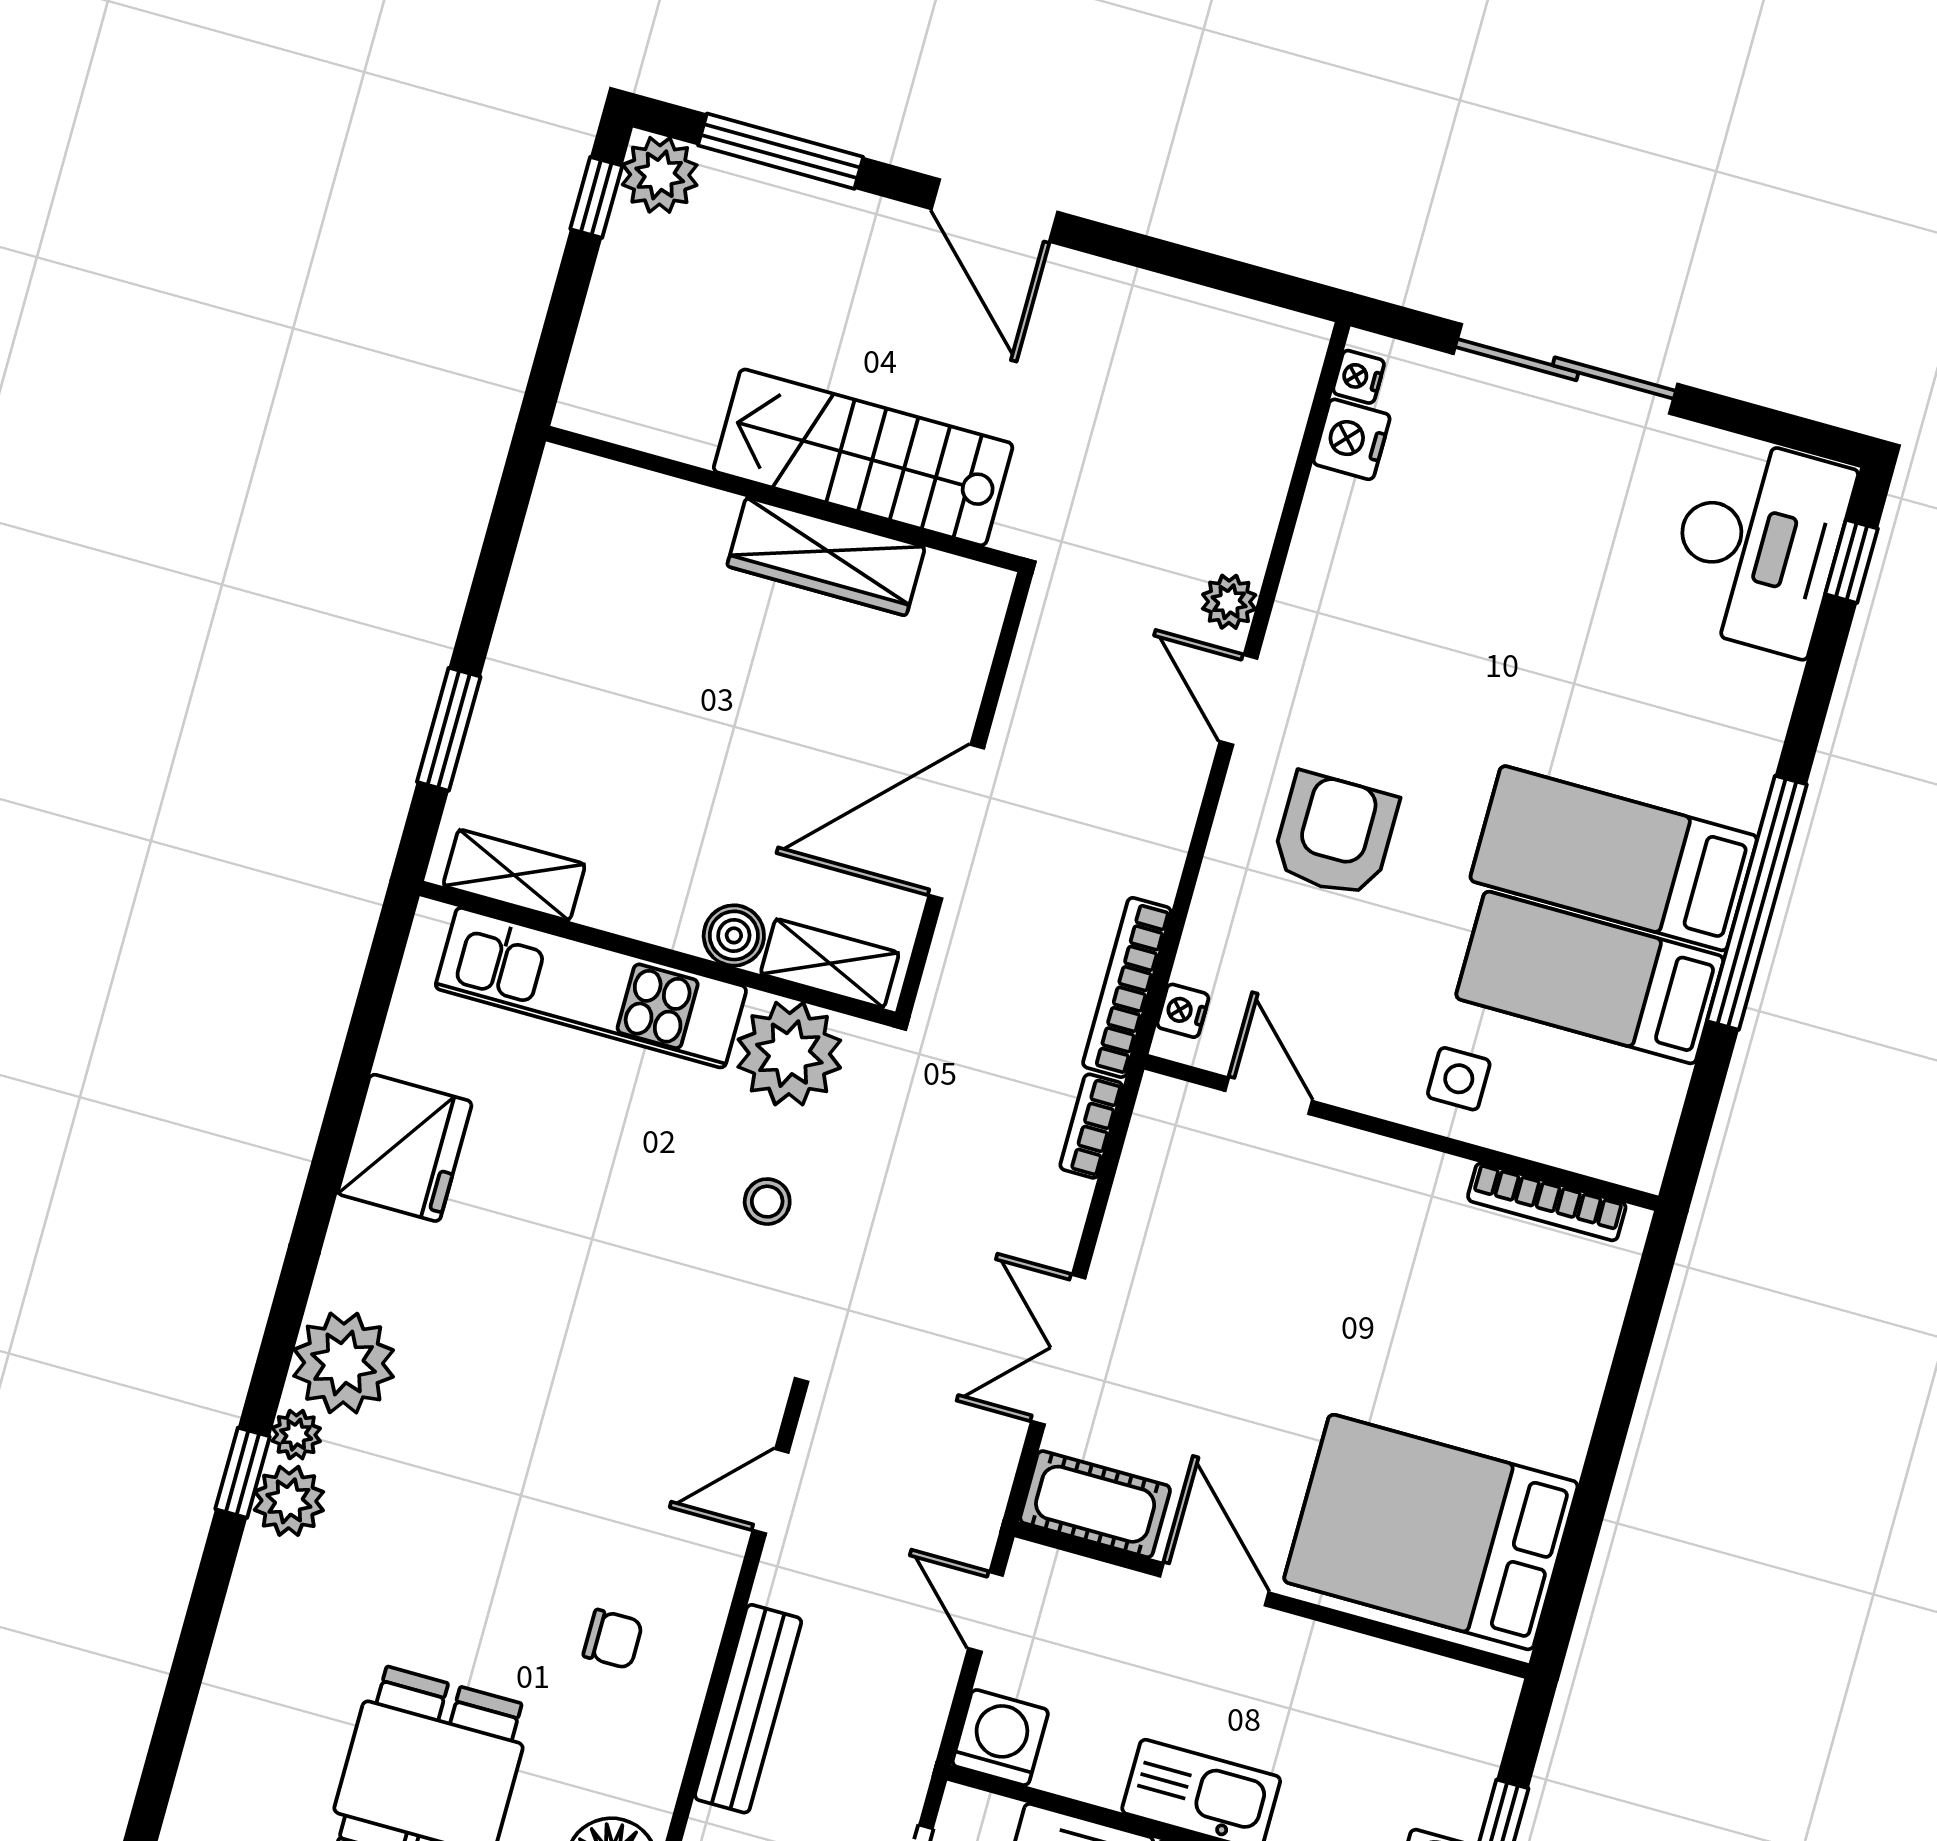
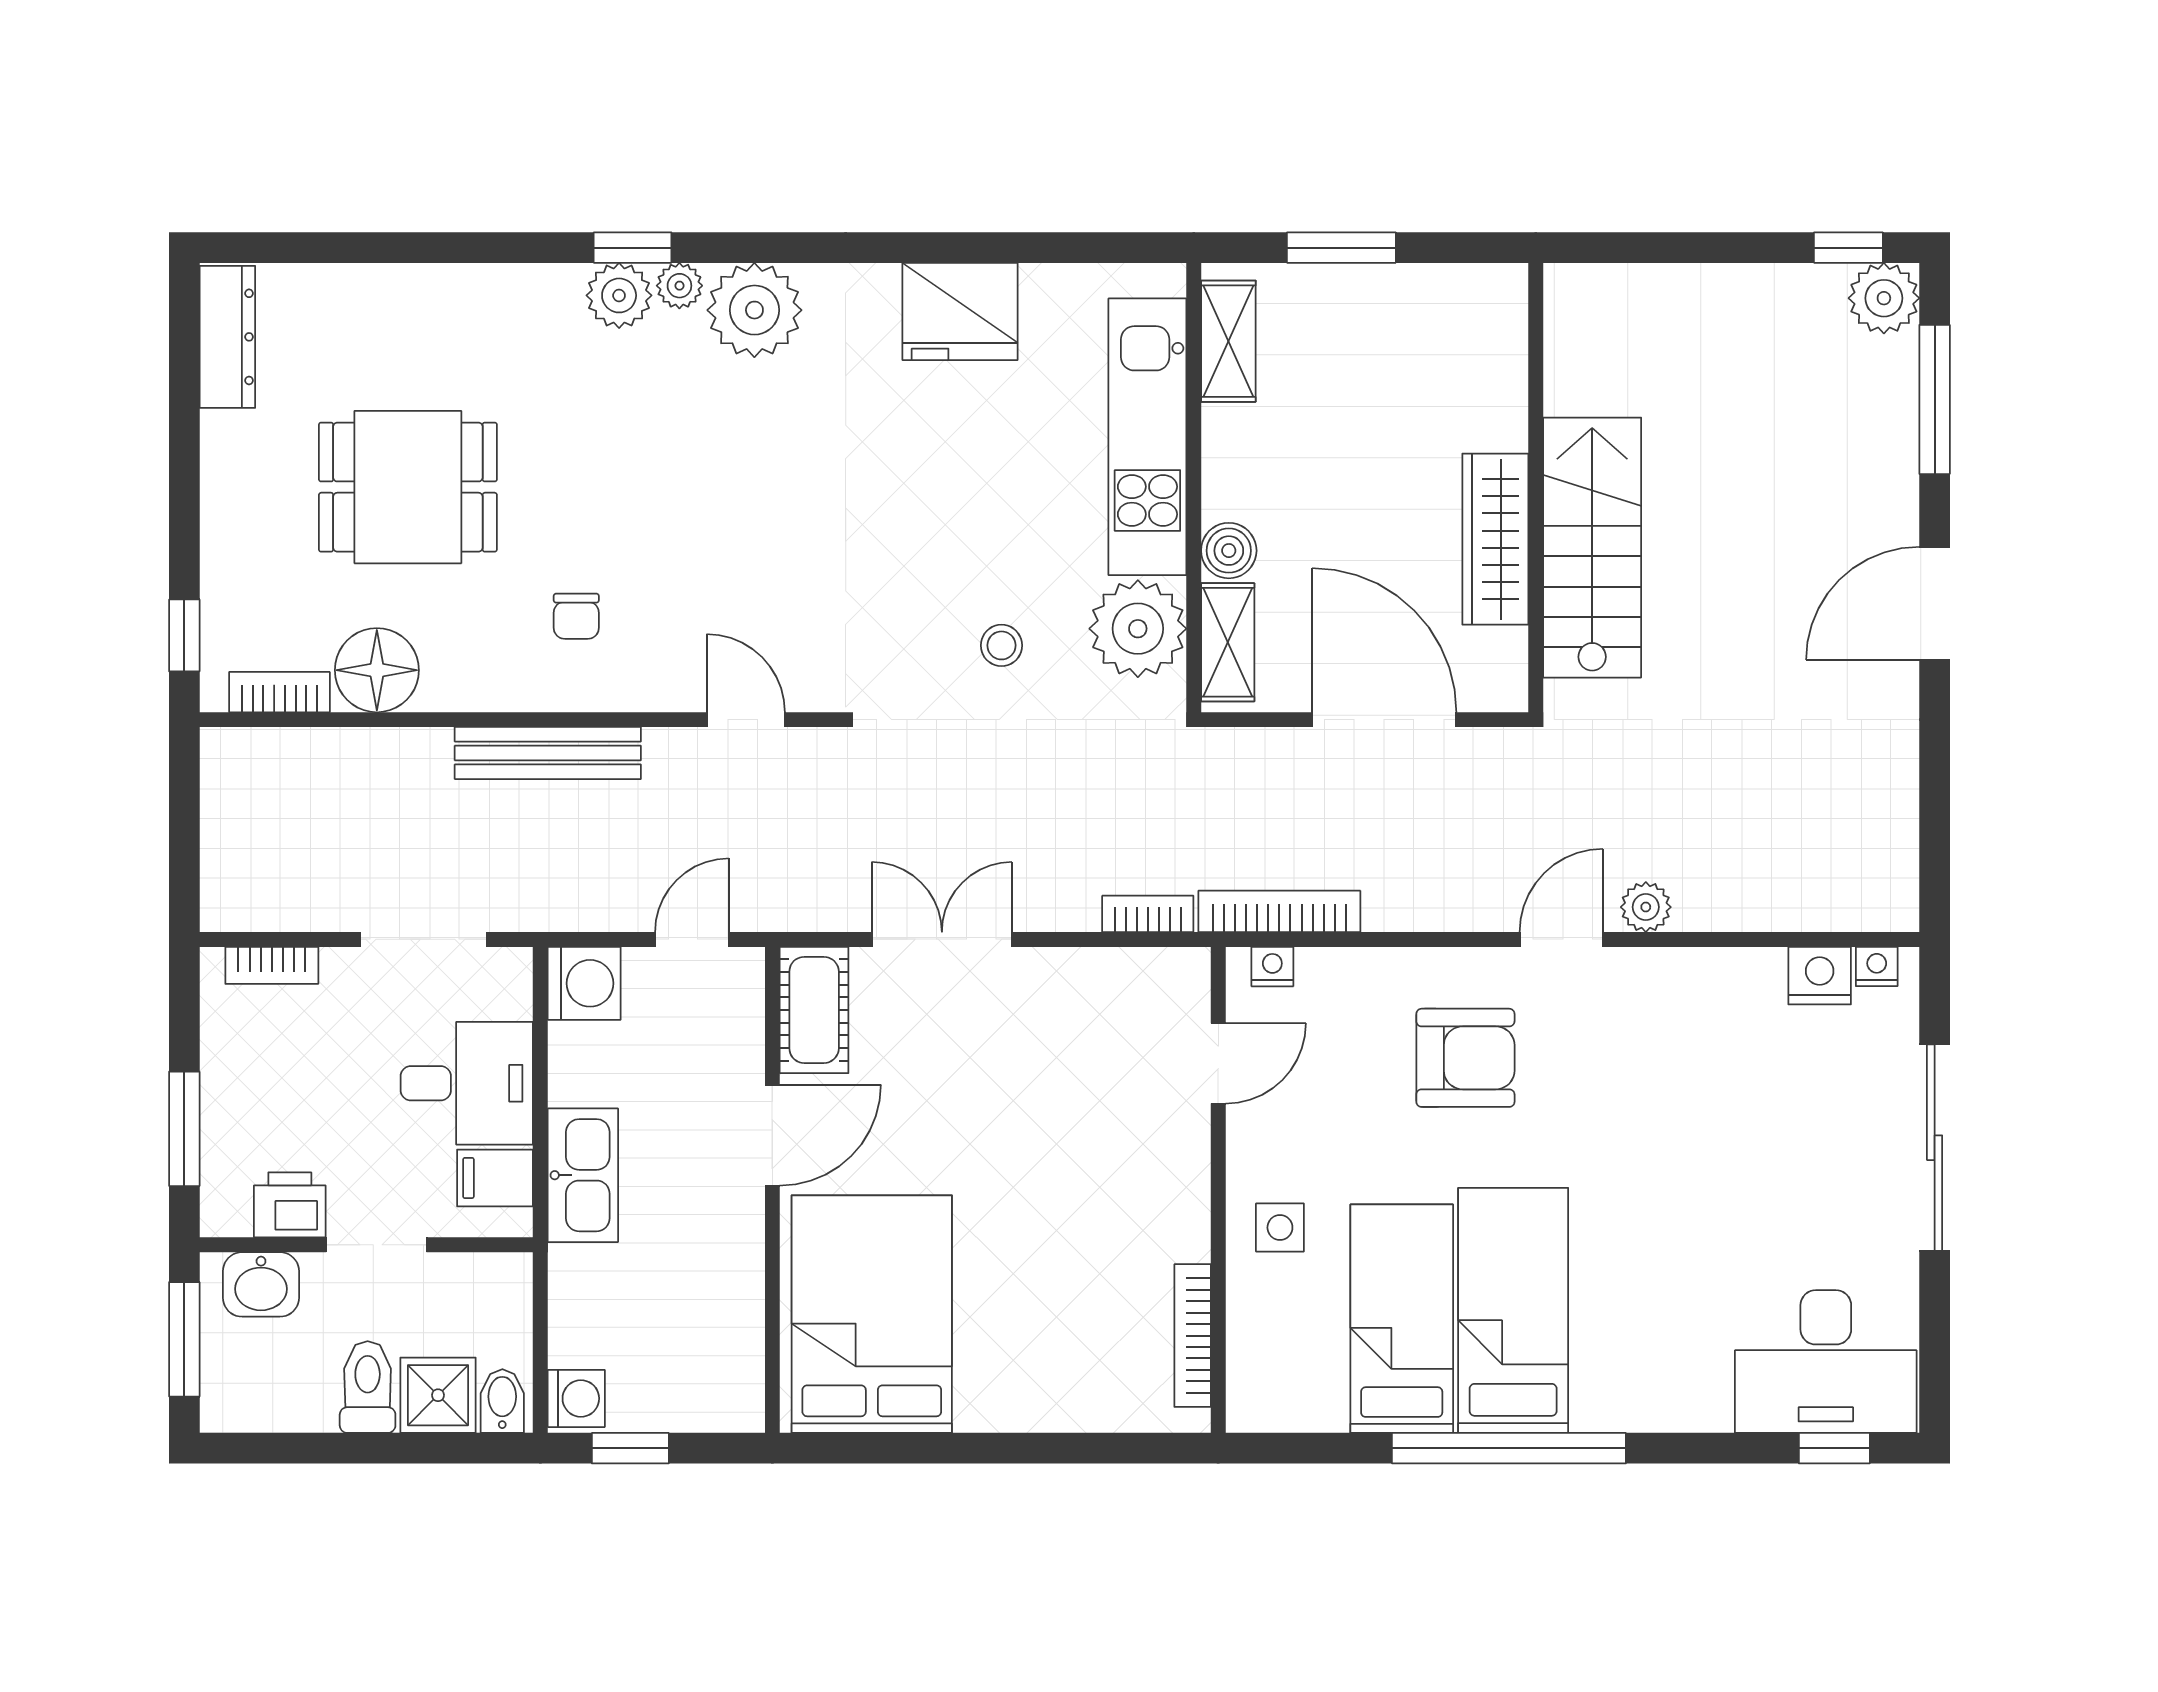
stairs: (863, 457) -> (1592, 548), moved
wall: (784, 499) -> (1536, 488), moved
wardrobe: (826, 556) -> (1495, 539), moved

